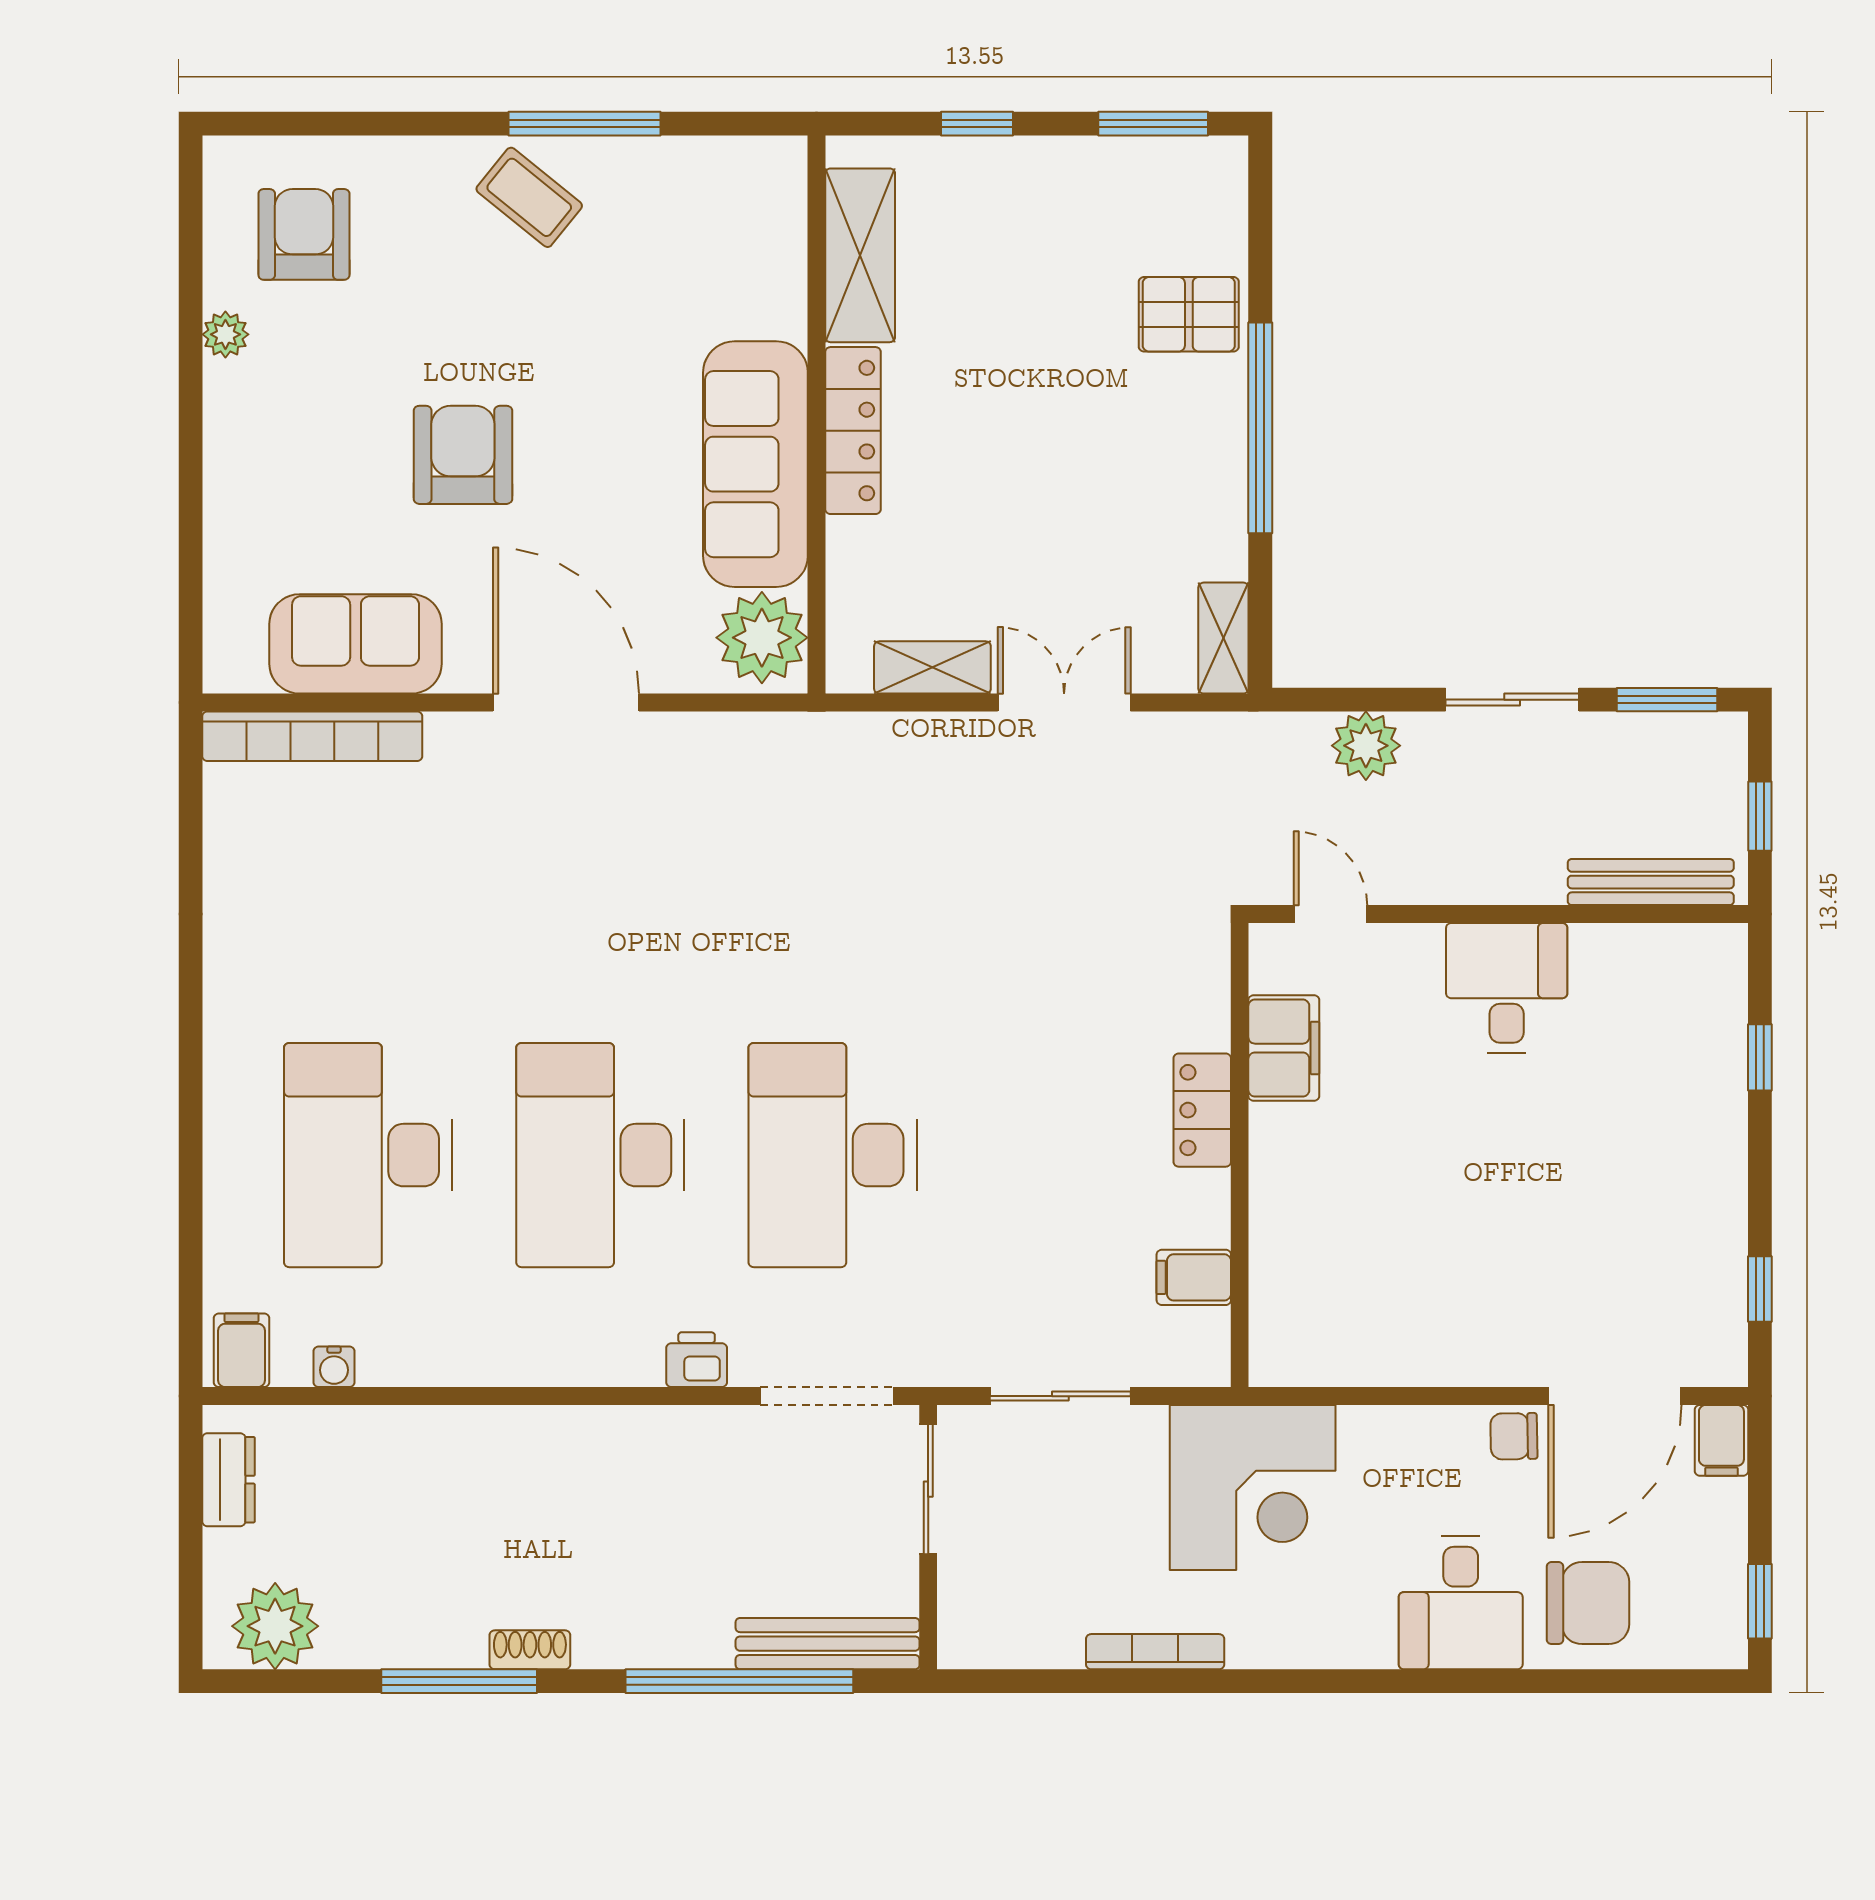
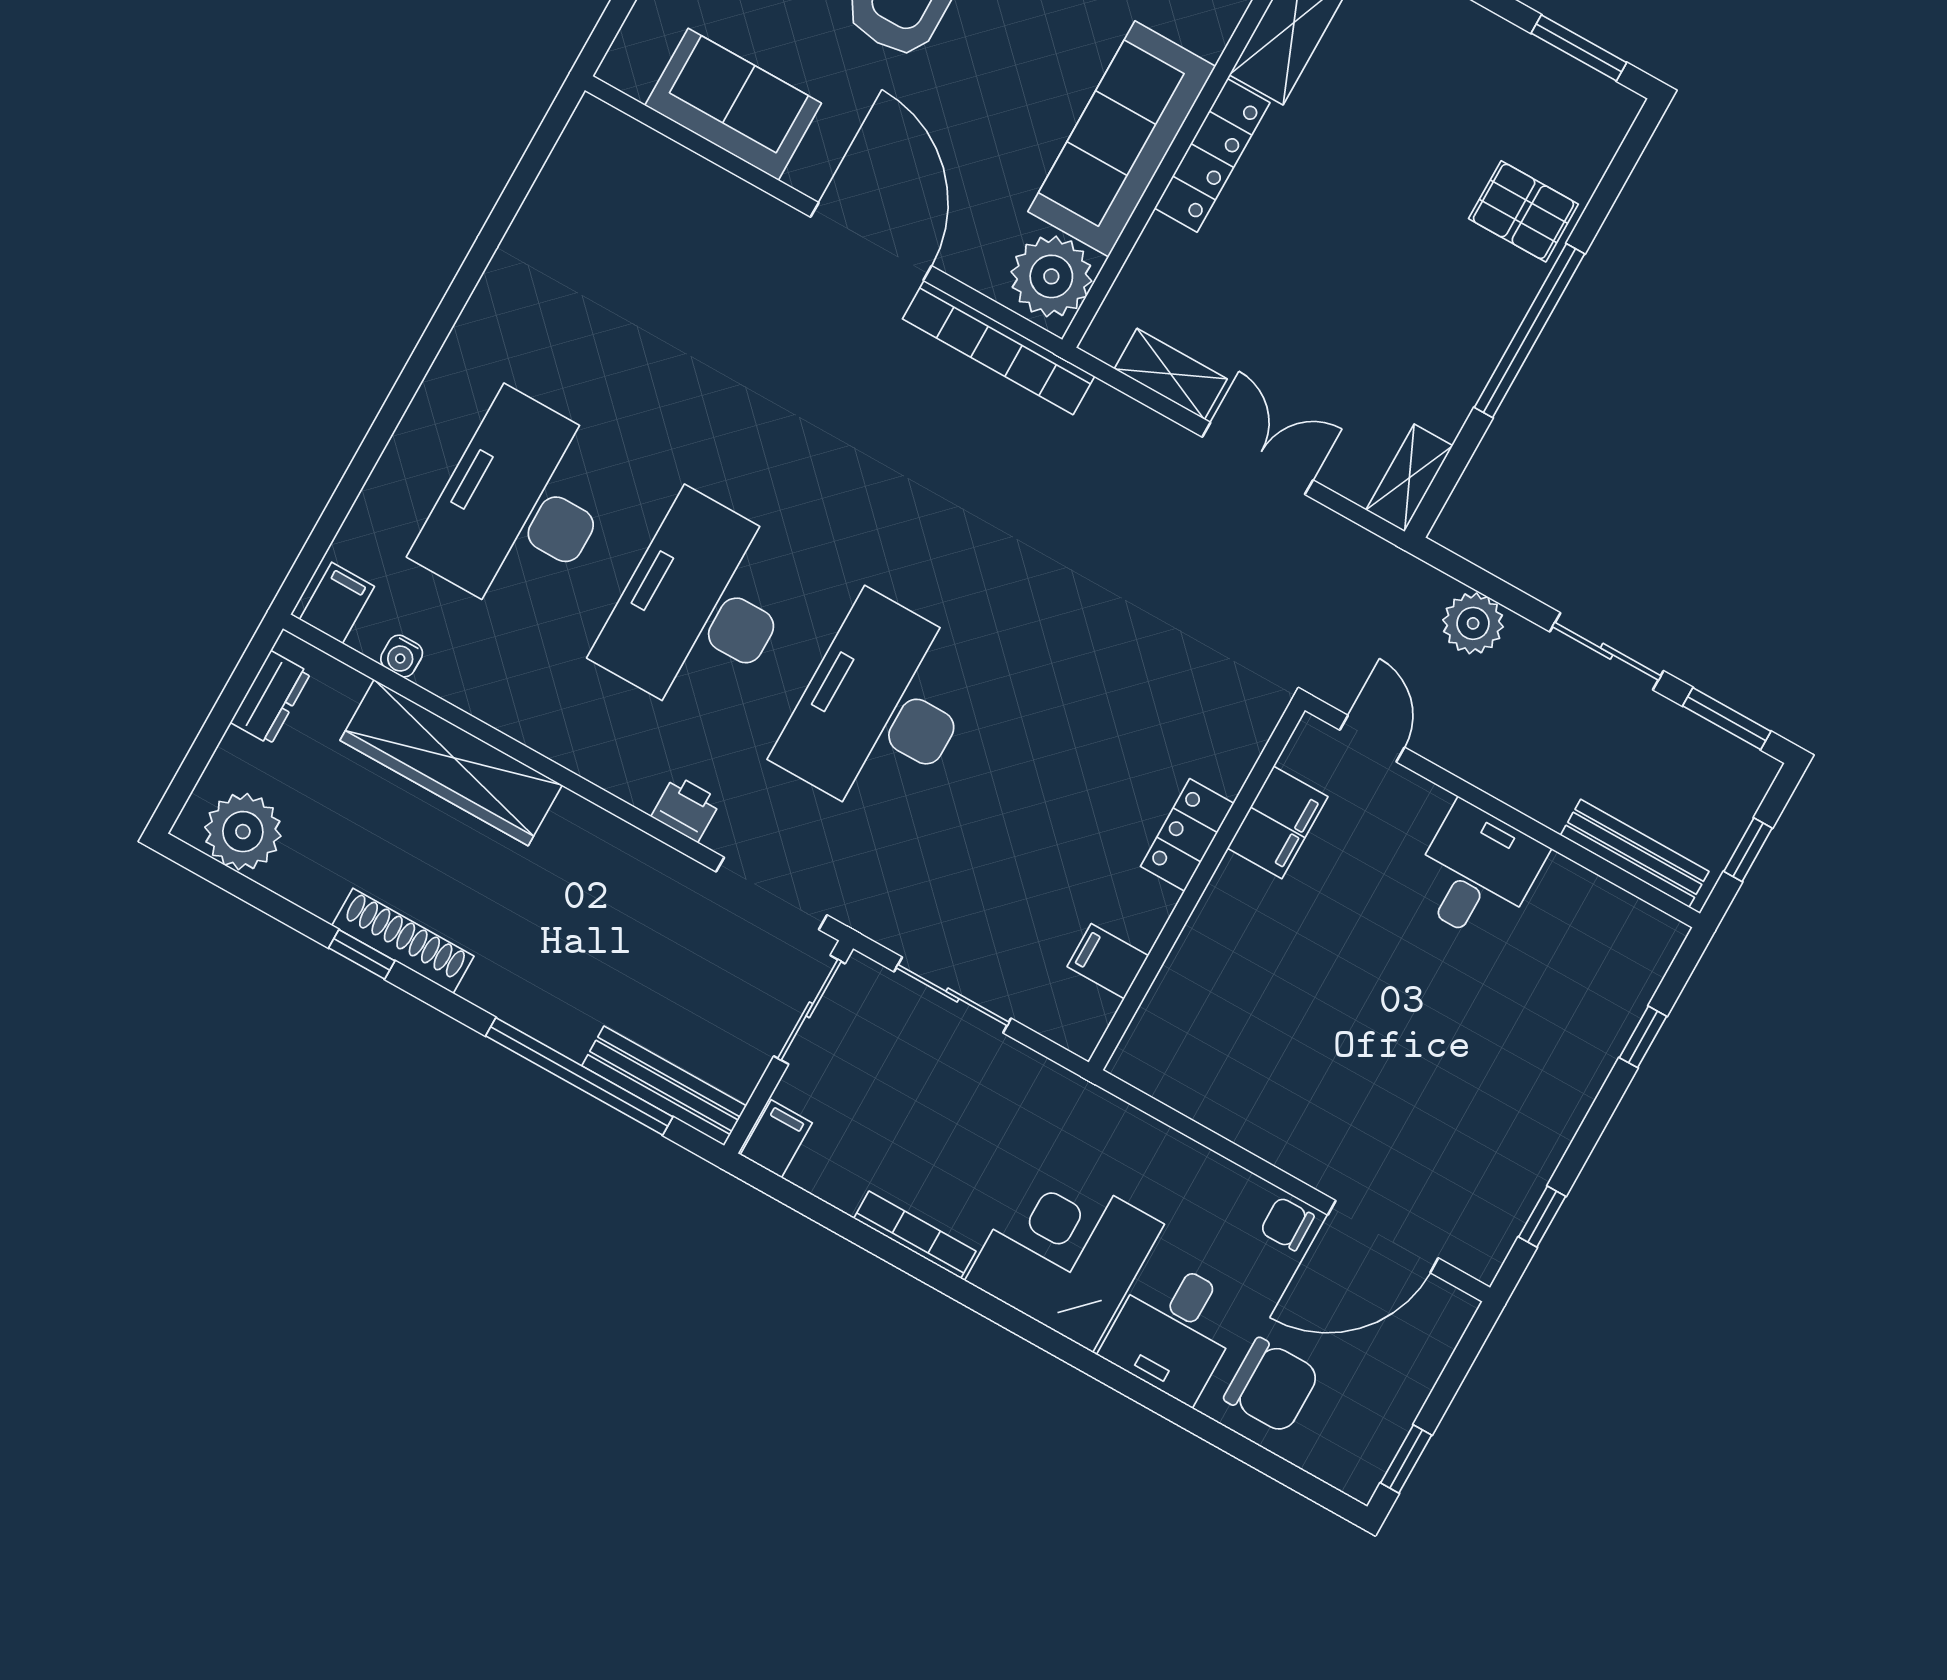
bookcase: (312, 736) -> (999, 348), moved
filing cabinet: (1721, 1440) -> (776, 1139), moved, turned 180
wardrobe: (441, 1444) -> (451, 763), added
corner desk: (1253, 1487) -> (1064, 1252), moved, turned 180
shoe rack: (530, 1650) -> (403, 941), width x1.94, depth x1.24
window: (459, 1681) -> (362, 954), width x0.46

